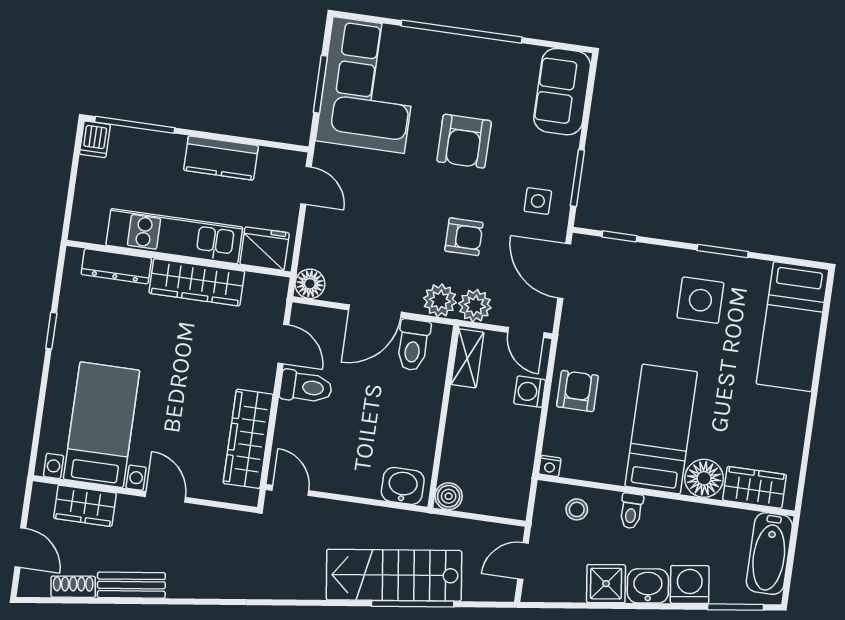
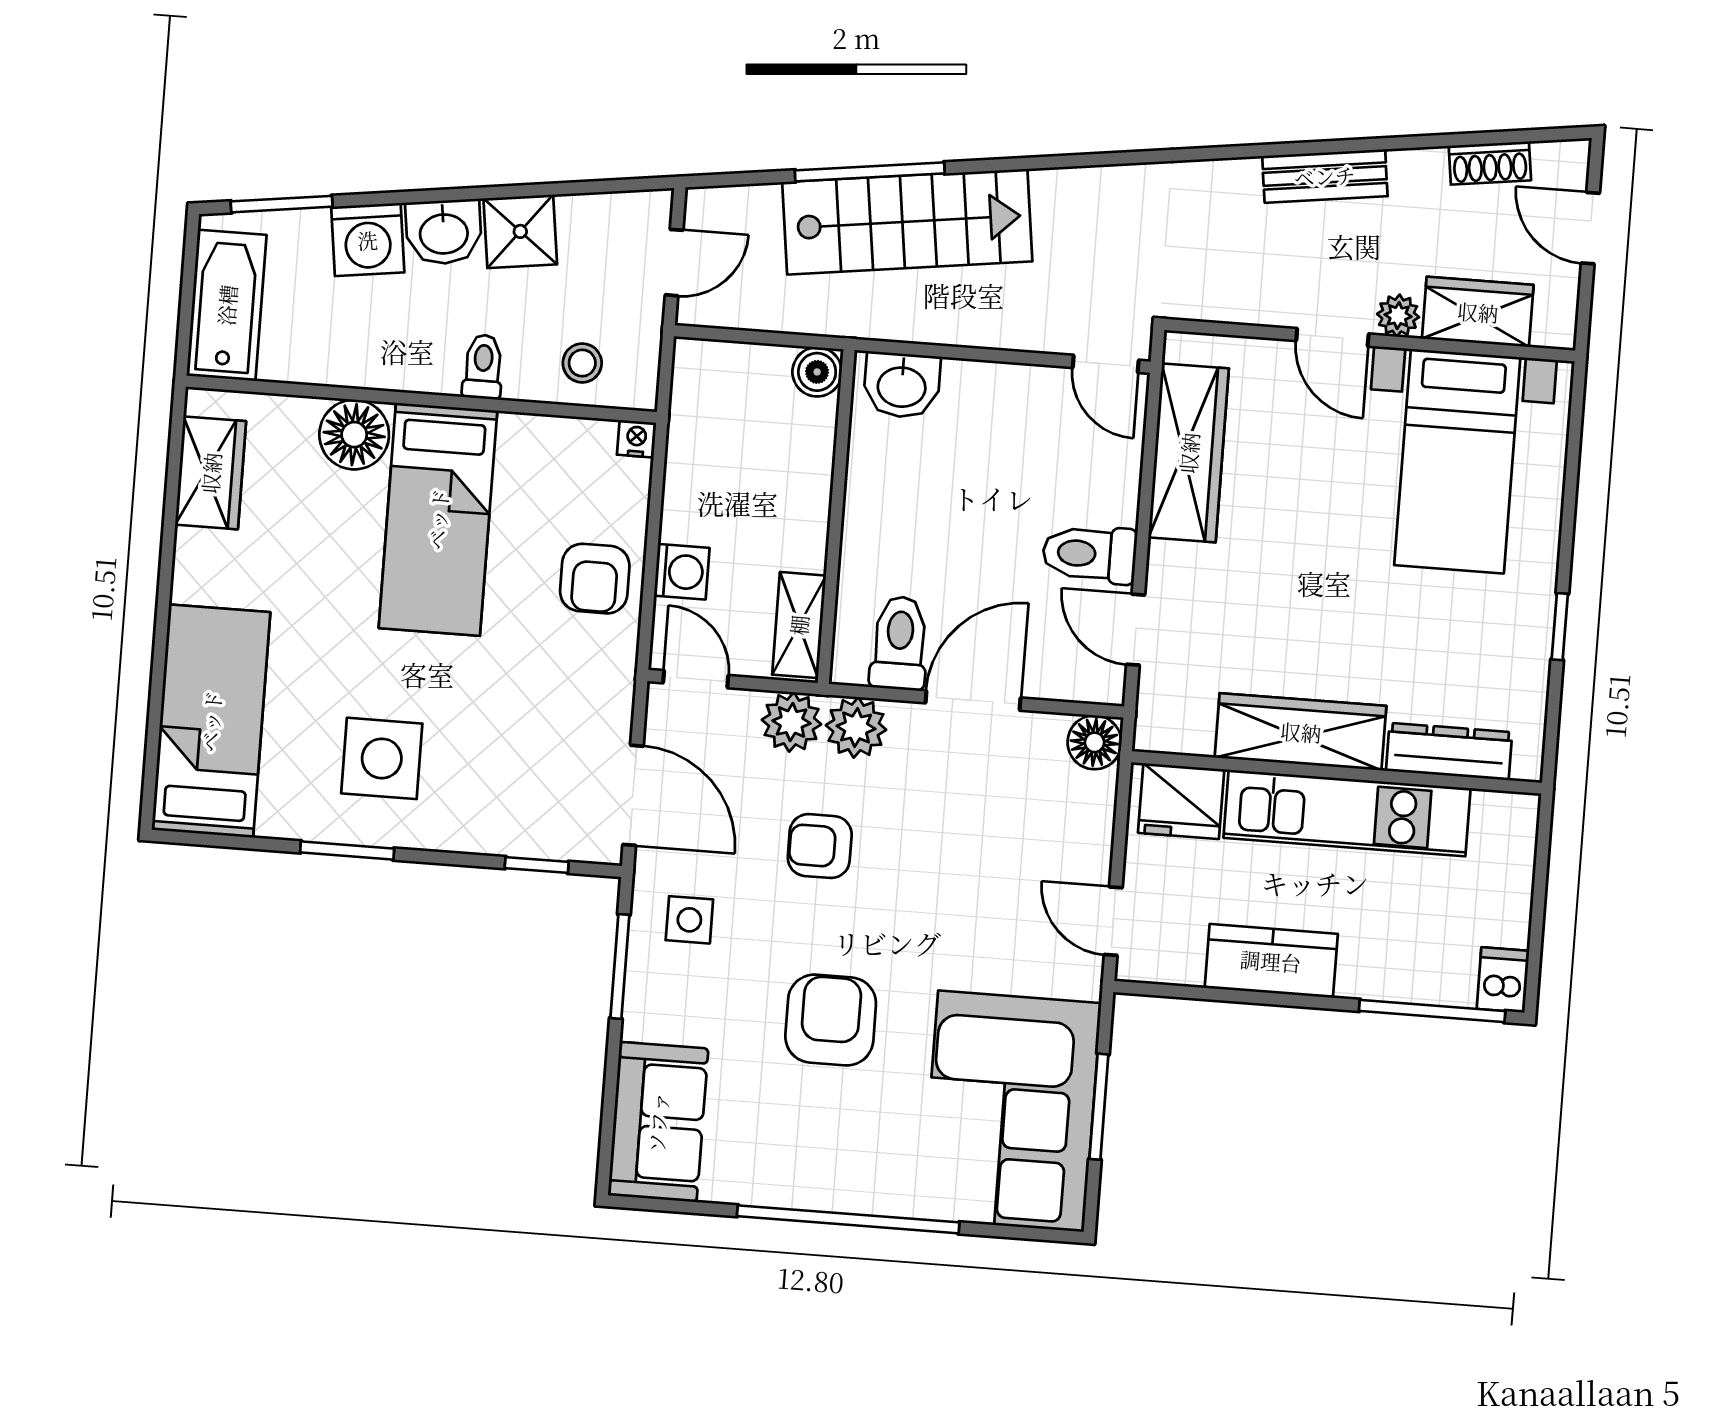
wardrobe: (755, 487) -> (211, 473), moved, turned -90
plant: (129, 506) -> (1398, 316), added
bench: (131, 585) -> (1325, 176), moved

